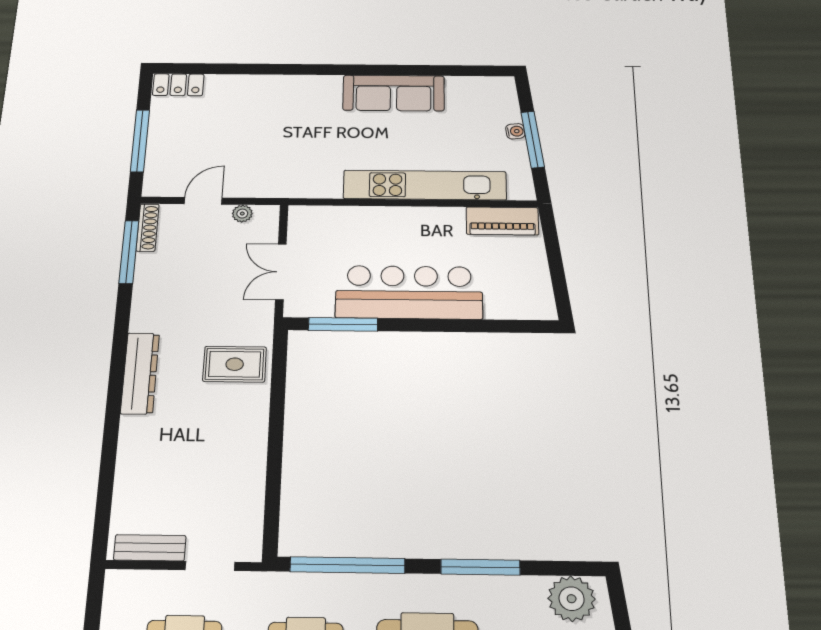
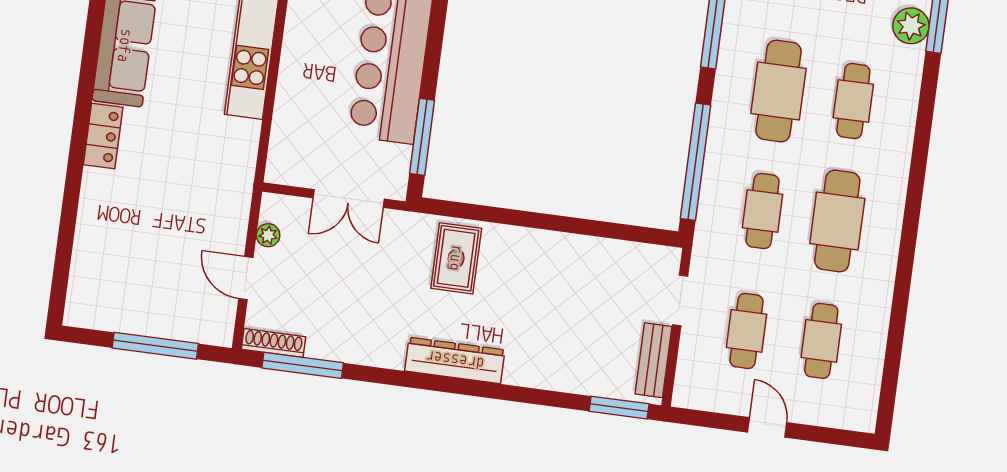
locker: (178, 85) -> (103, 136), moved
window: (102, 521) -> (619, 408), added

